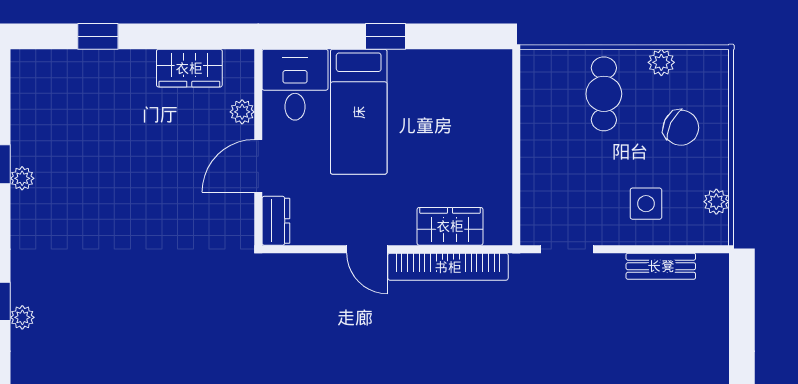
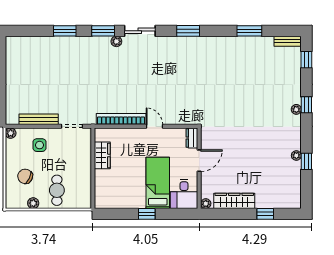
wardrobe: (189, 68) -> (234, 201), width x1.50
plant: (242, 112) -> (206, 204), moved
plant: (716, 202) -> (11, 133), moved
wardrobe: (450, 226) -> (102, 155), moved, turned -90
bench: (661, 266) -> (39, 119), width x1.36
plant: (22, 317) -> (296, 109), moved

